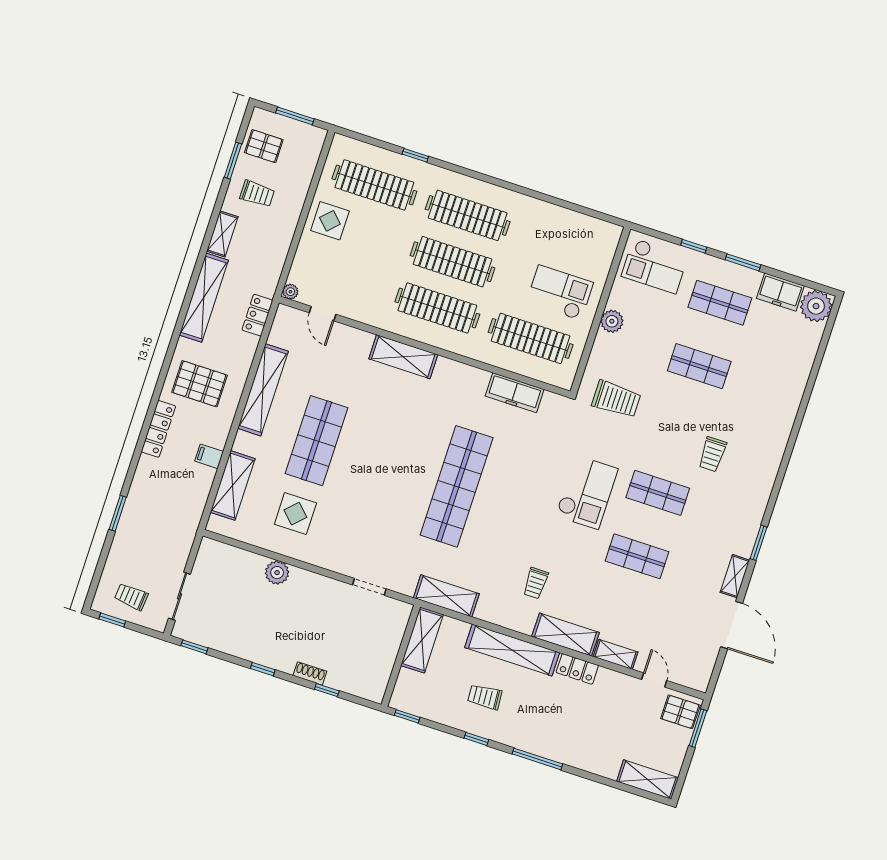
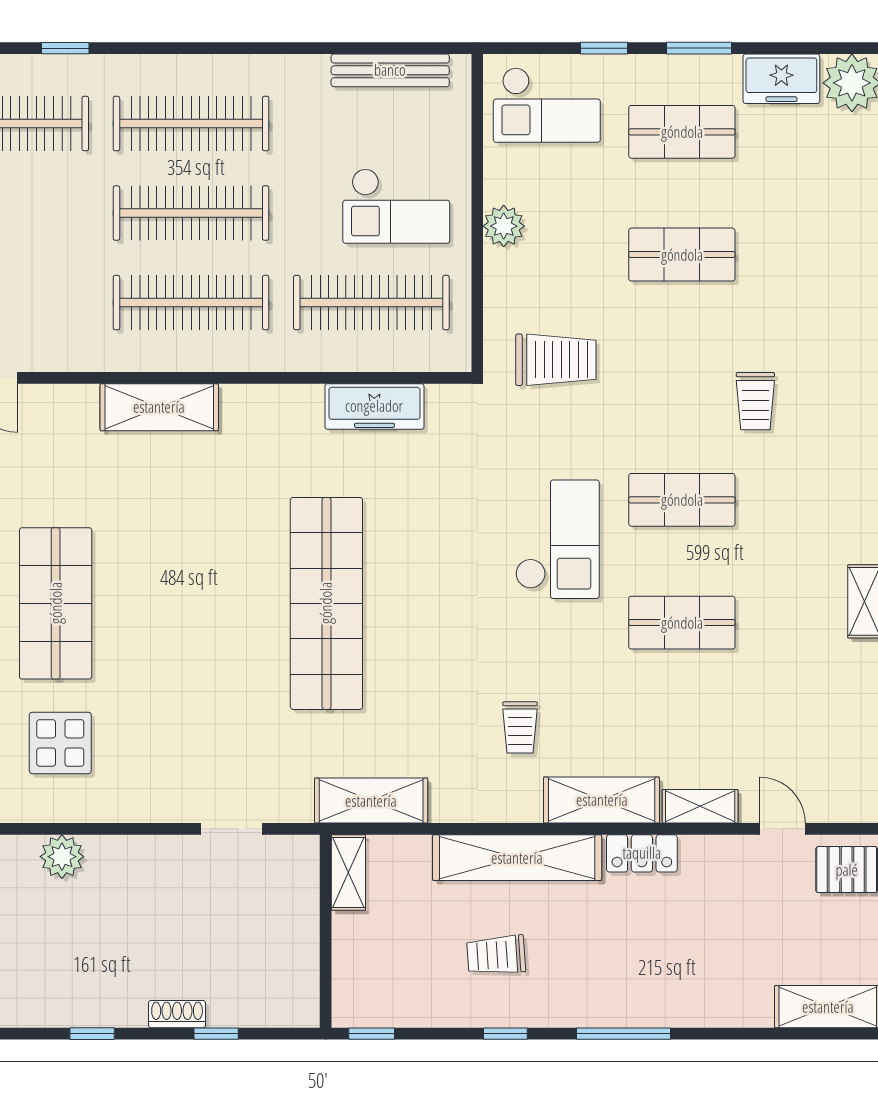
bench: (580, 222) -> (390, 70), added
checkout: (560, 293) -> (396, 206), turned 180
shelving: (422, 640) -> (348, 873), width x0.67, depth x0.75

